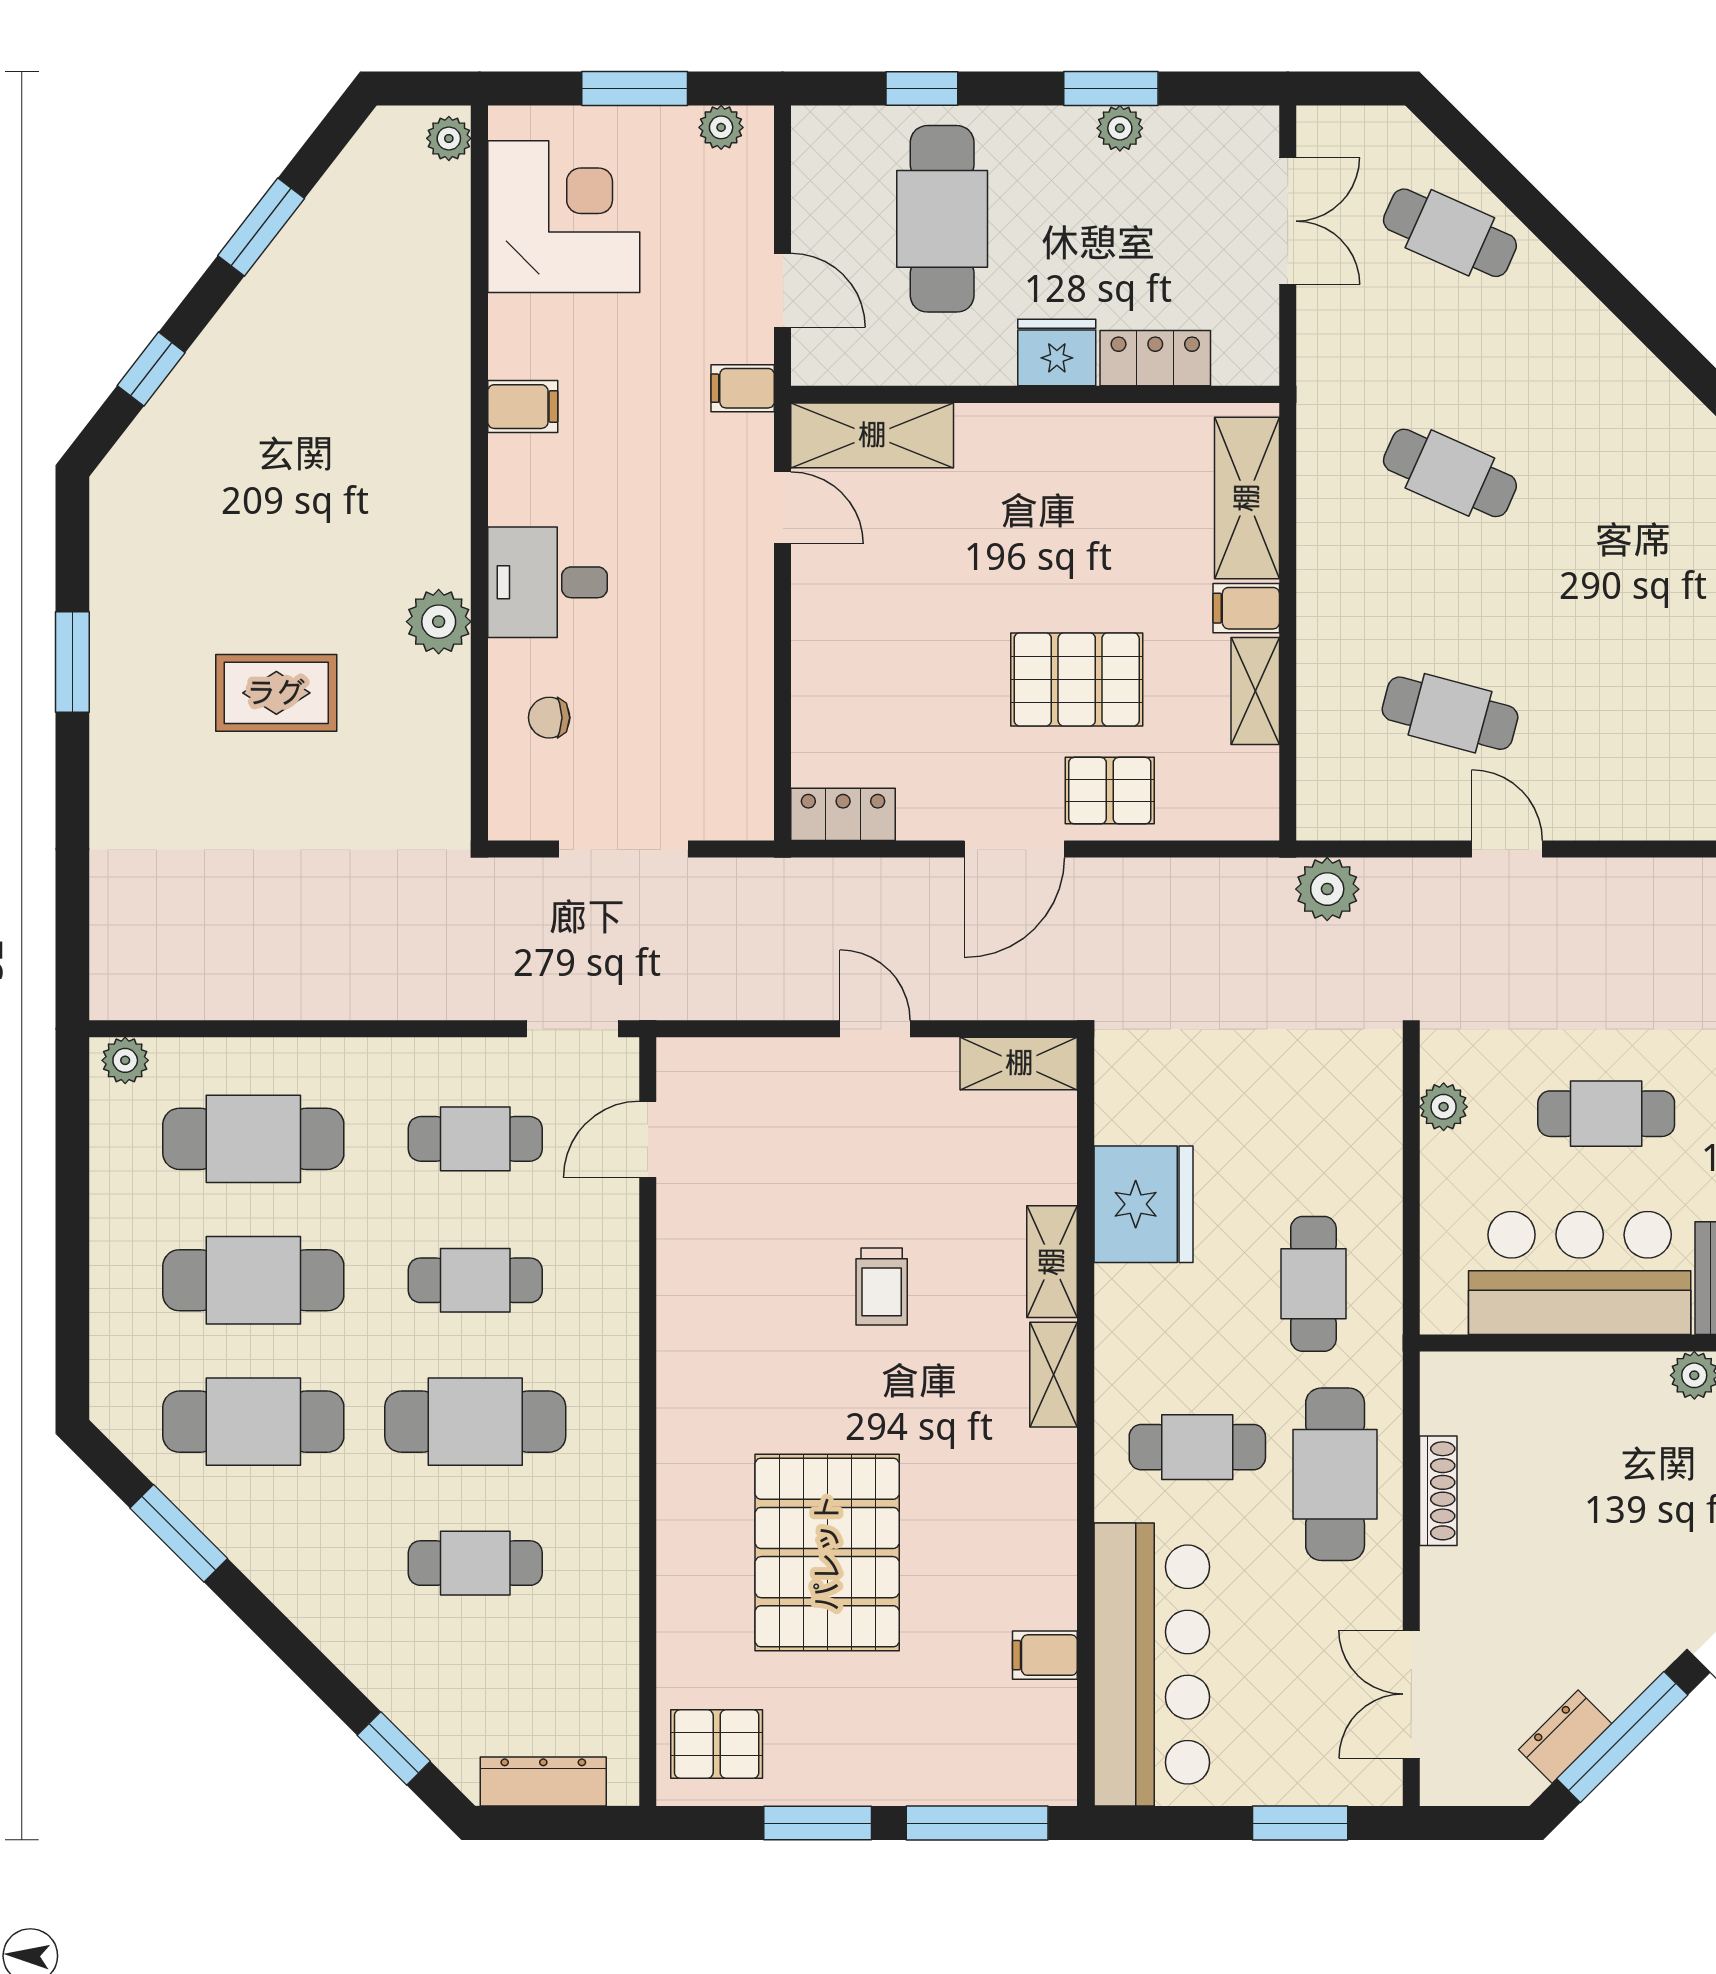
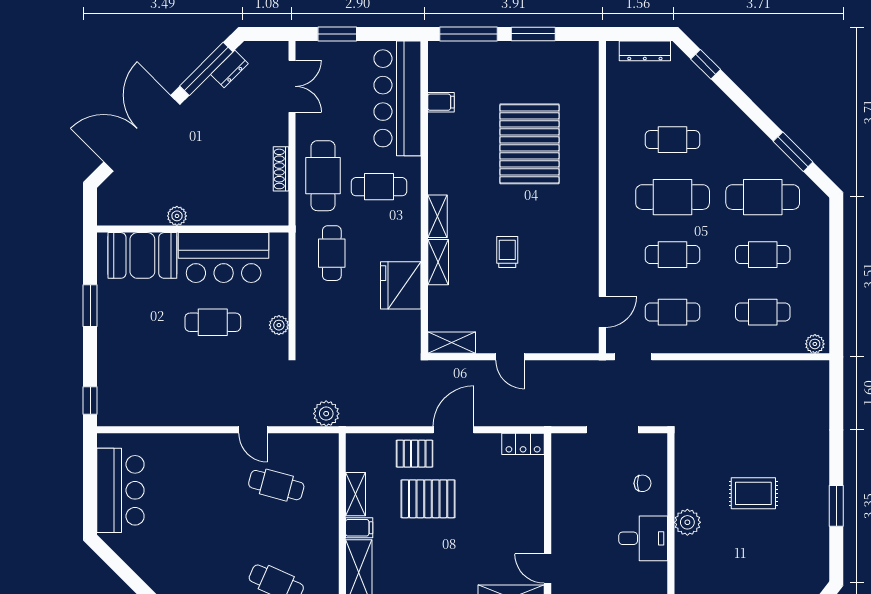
cafe table: (253, 1139) -> (763, 312), width x0.73, depth x0.74
cafe table: (253, 1280) -> (763, 255), width x0.73, depth x0.74
pallet: (717, 1744) -> (574, 66), removed

